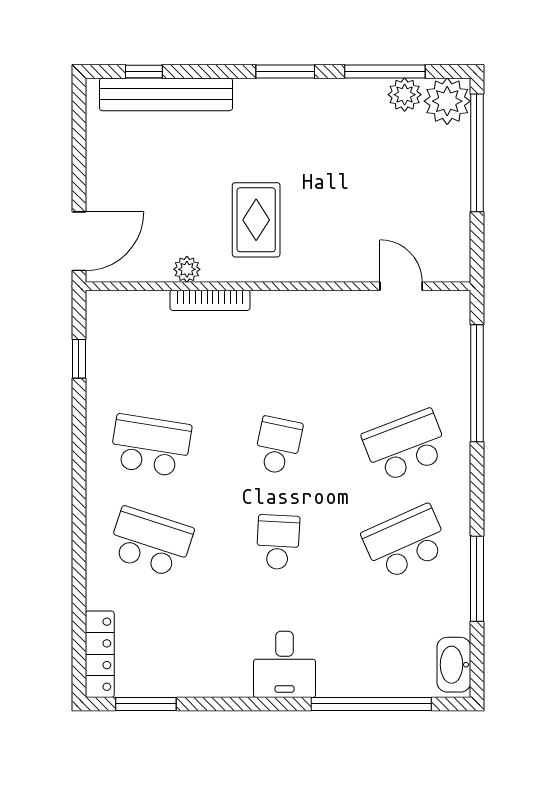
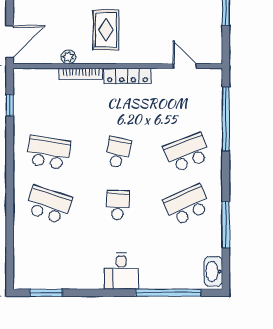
locker: (100, 654) -> (128, 76), moved, turned 90

